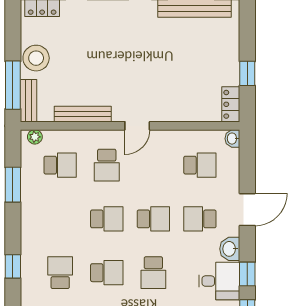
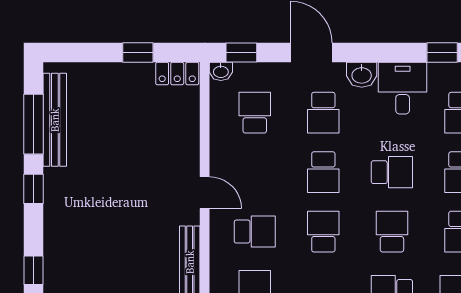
school desk: (153, 219) -> (323, 172), turned 180
window: (247, 274) -> (241, 52), moved

